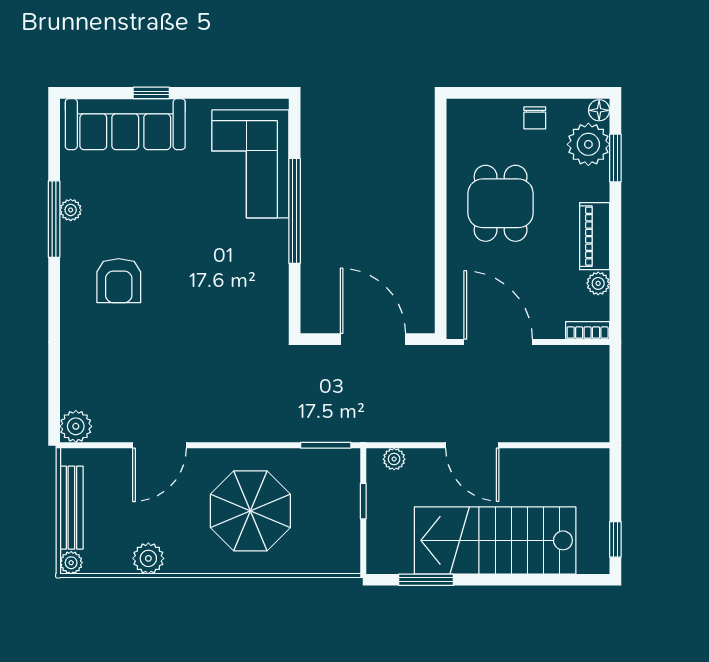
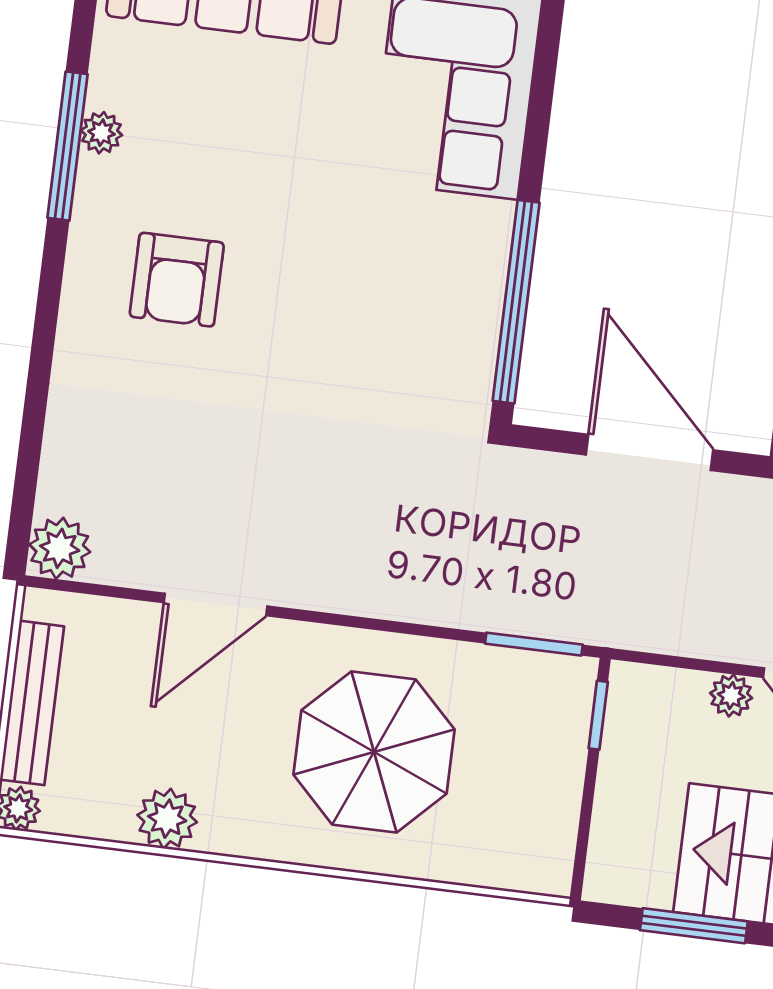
window: (295, 211) -> (516, 302), moved
plant: (394, 459) -> (731, 696), moved
window: (363, 501) -> (598, 715), moved

